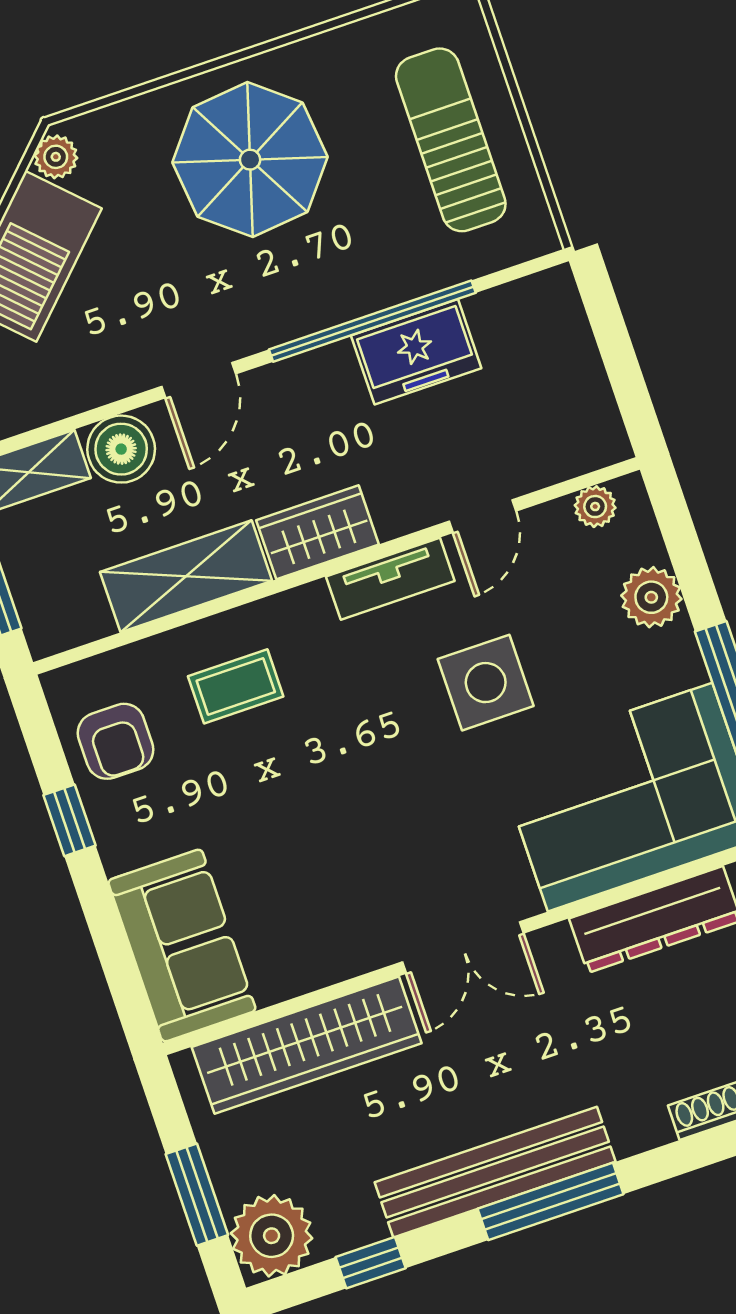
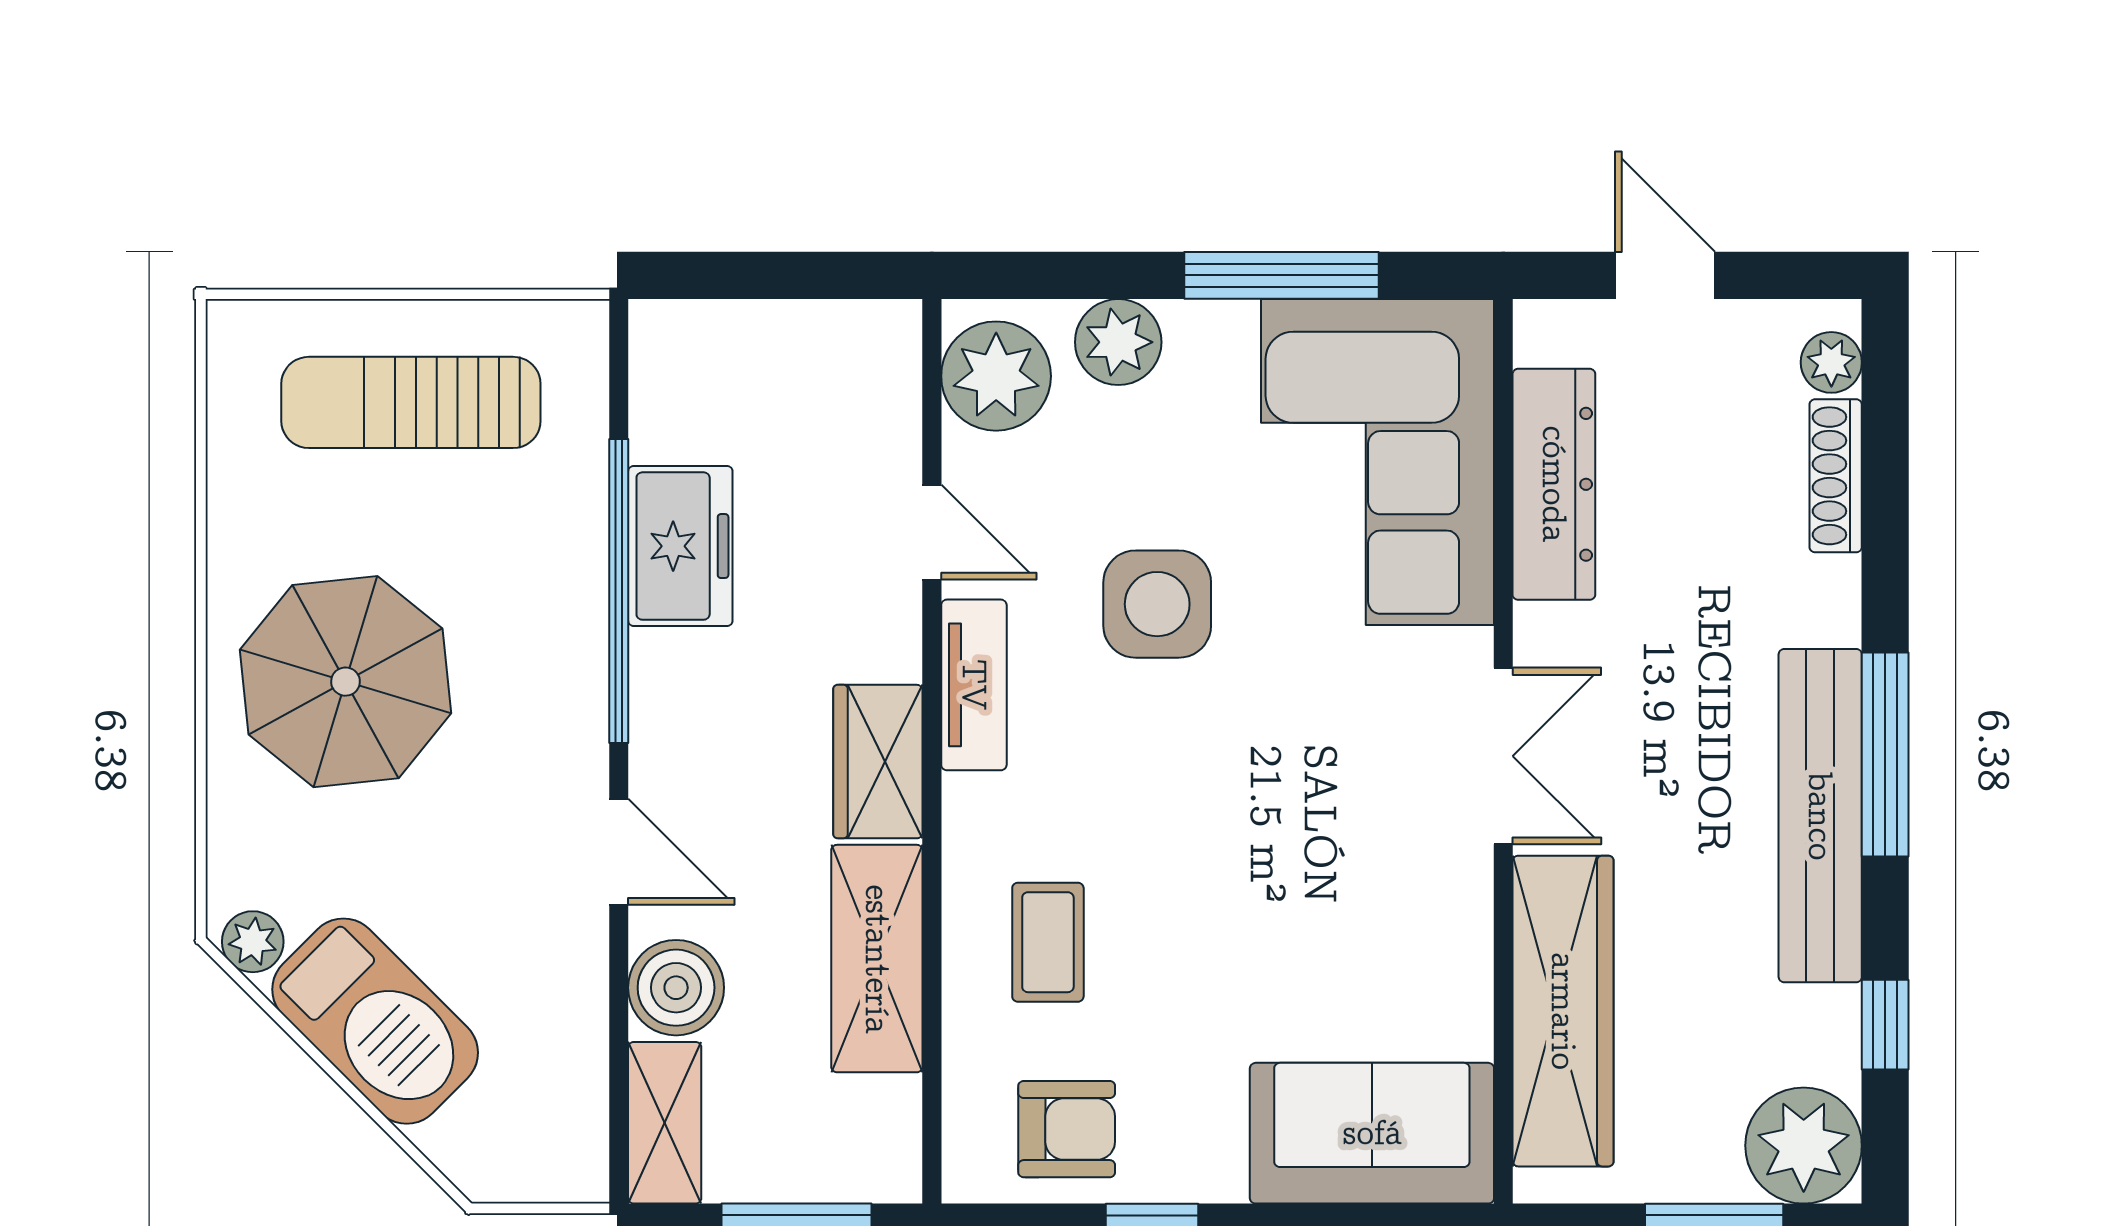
plant: (595, 507) -> (996, 376), width x1.87, depth x1.87

